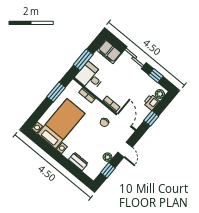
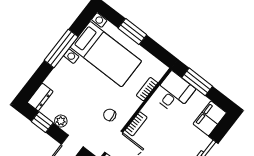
window: (56, 92) -> (132, 32), moved
window: (56, 155) -> (61, 48), added
dresser: (78, 161) -> (40, 97), moved

